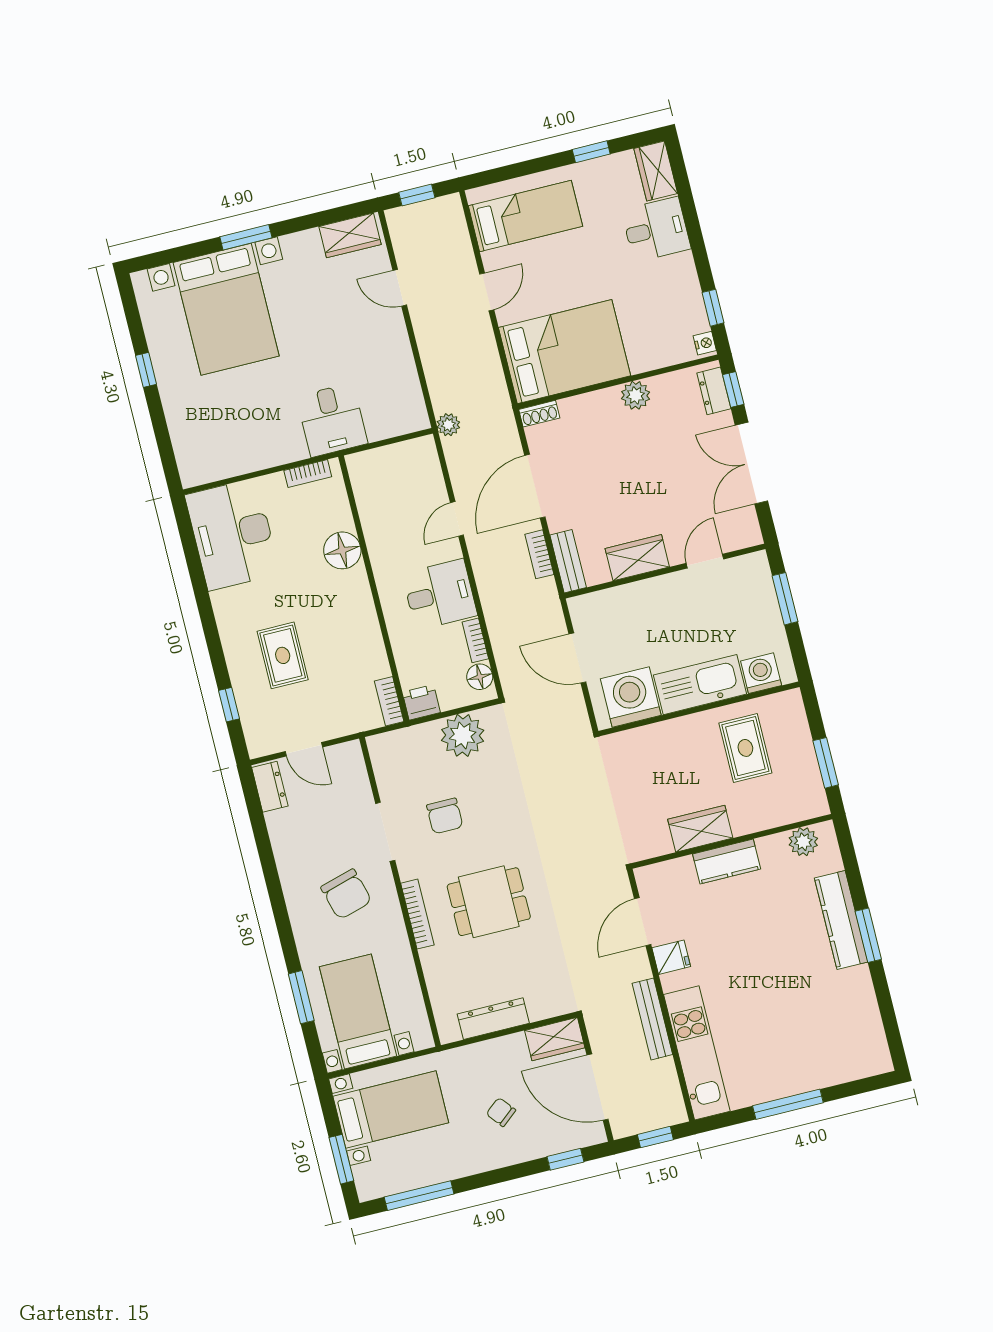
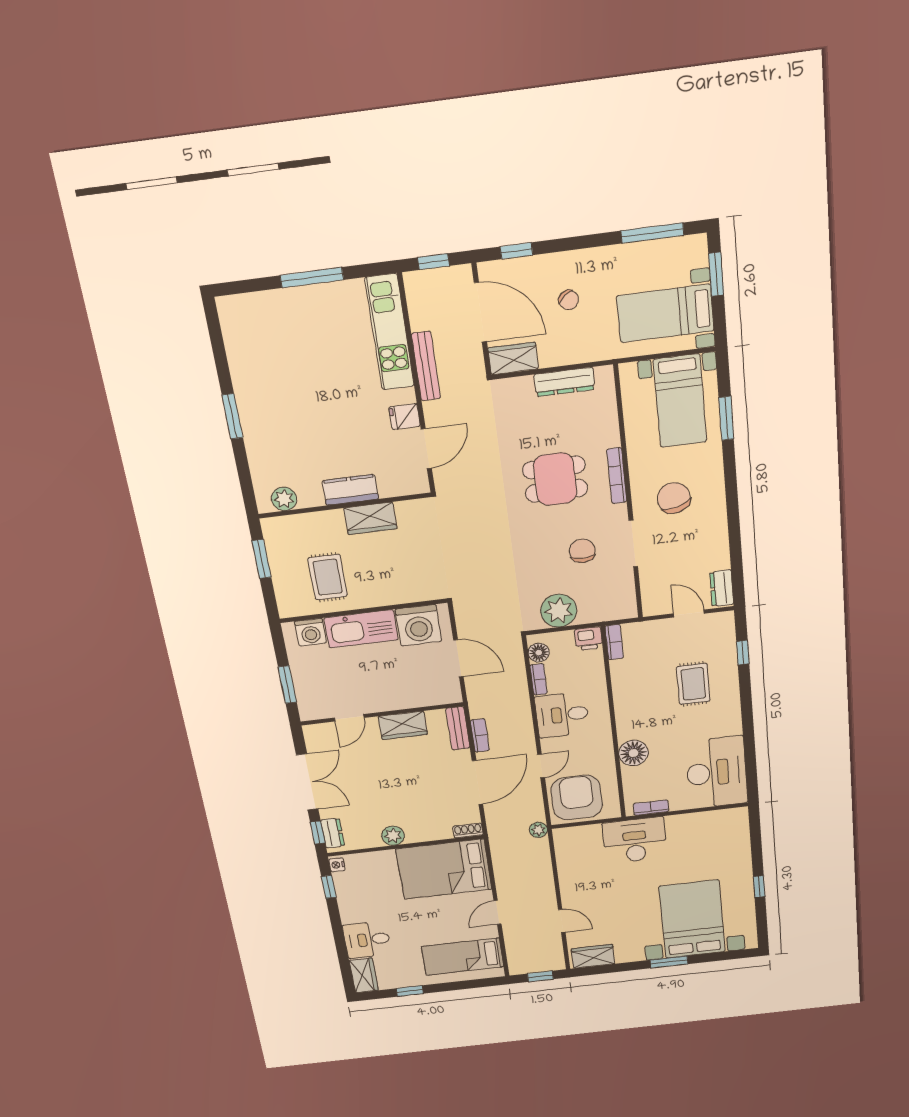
desk: (332, 420) -> (635, 840), width x1.37
armchair: (405, 478) -> (577, 798), added
kitchen counter: (841, 920) -> (255, 432), removed

